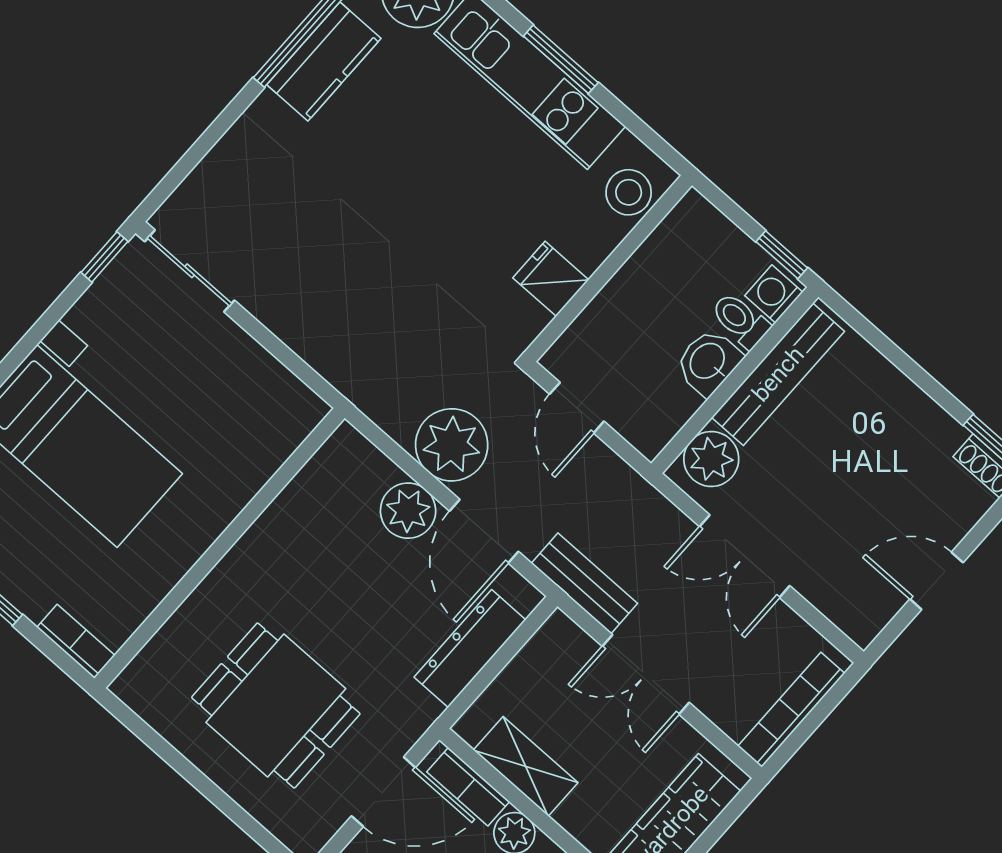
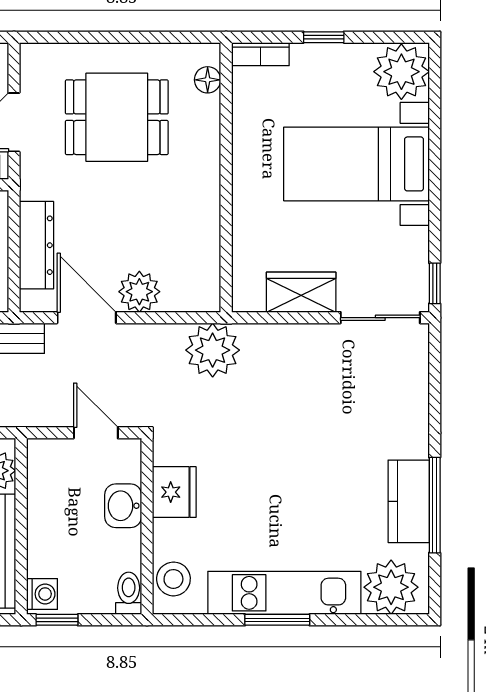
fridge: (551, 279) -> (174, 492), width x1.38
toilet: (740, 320) -> (129, 593), moved, turned -90
washbasin: (708, 362) -> (123, 506), moved, turned 180
wardrobe: (246, 367) -> (301, 292), added
plant: (452, 445) -> (213, 350), moved
floor lamp: (152, 663) -> (208, 80), added

